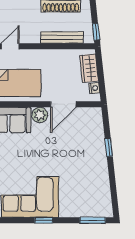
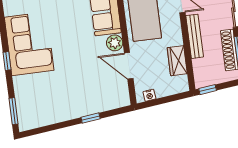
bench: (62, 38) -> (195, 36), moved
wardrobe: (89, 68) -> (177, 61), moved, turned -84

